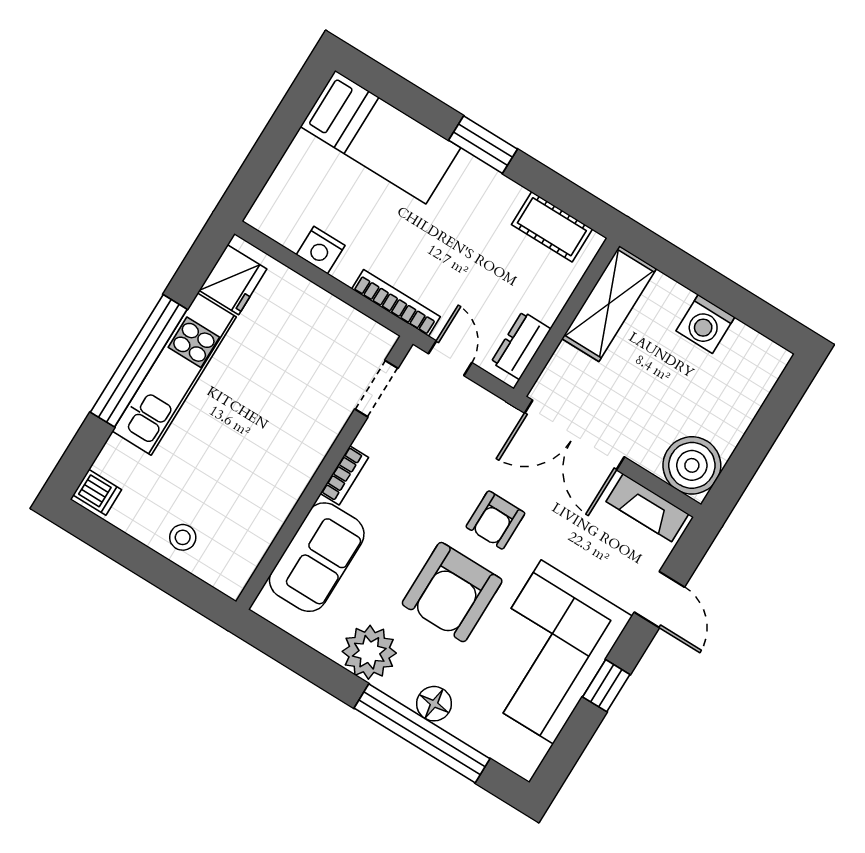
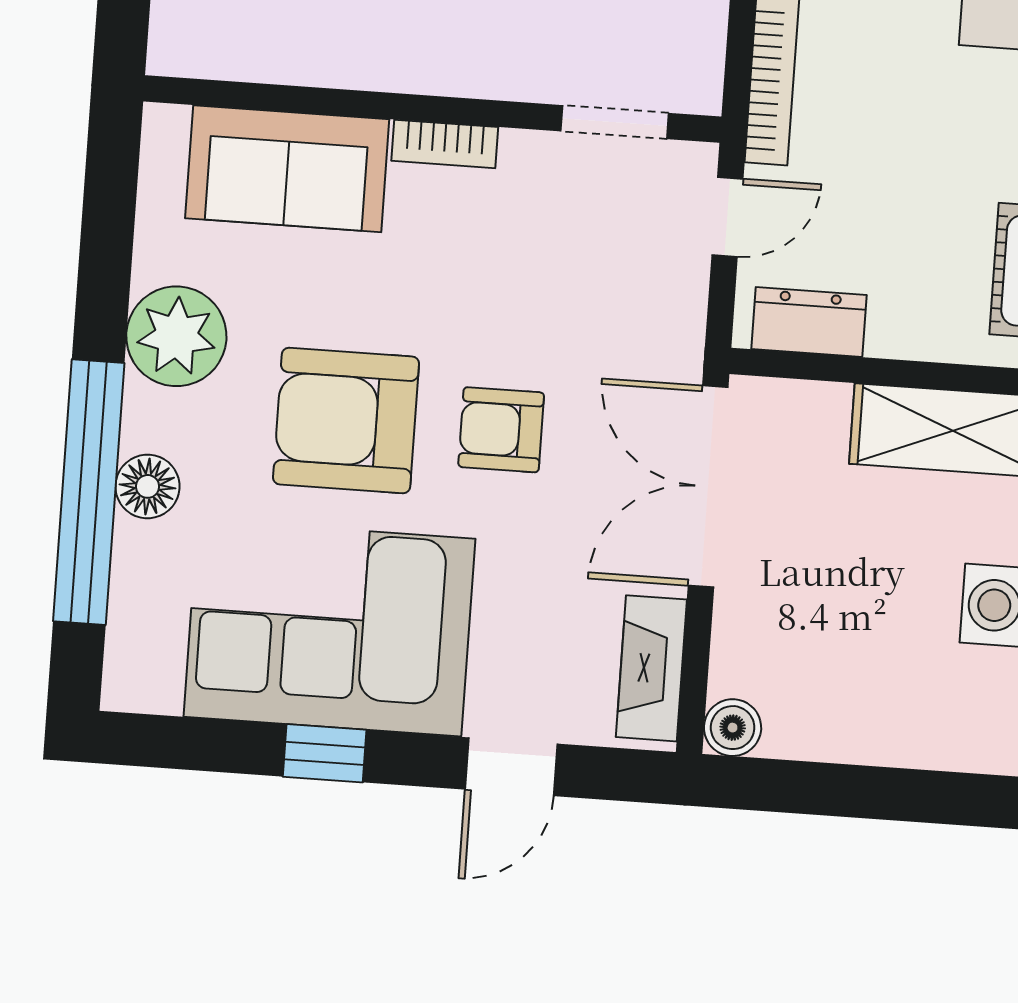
boiler: (692, 465) -> (733, 728), width x0.54, depth x0.54

